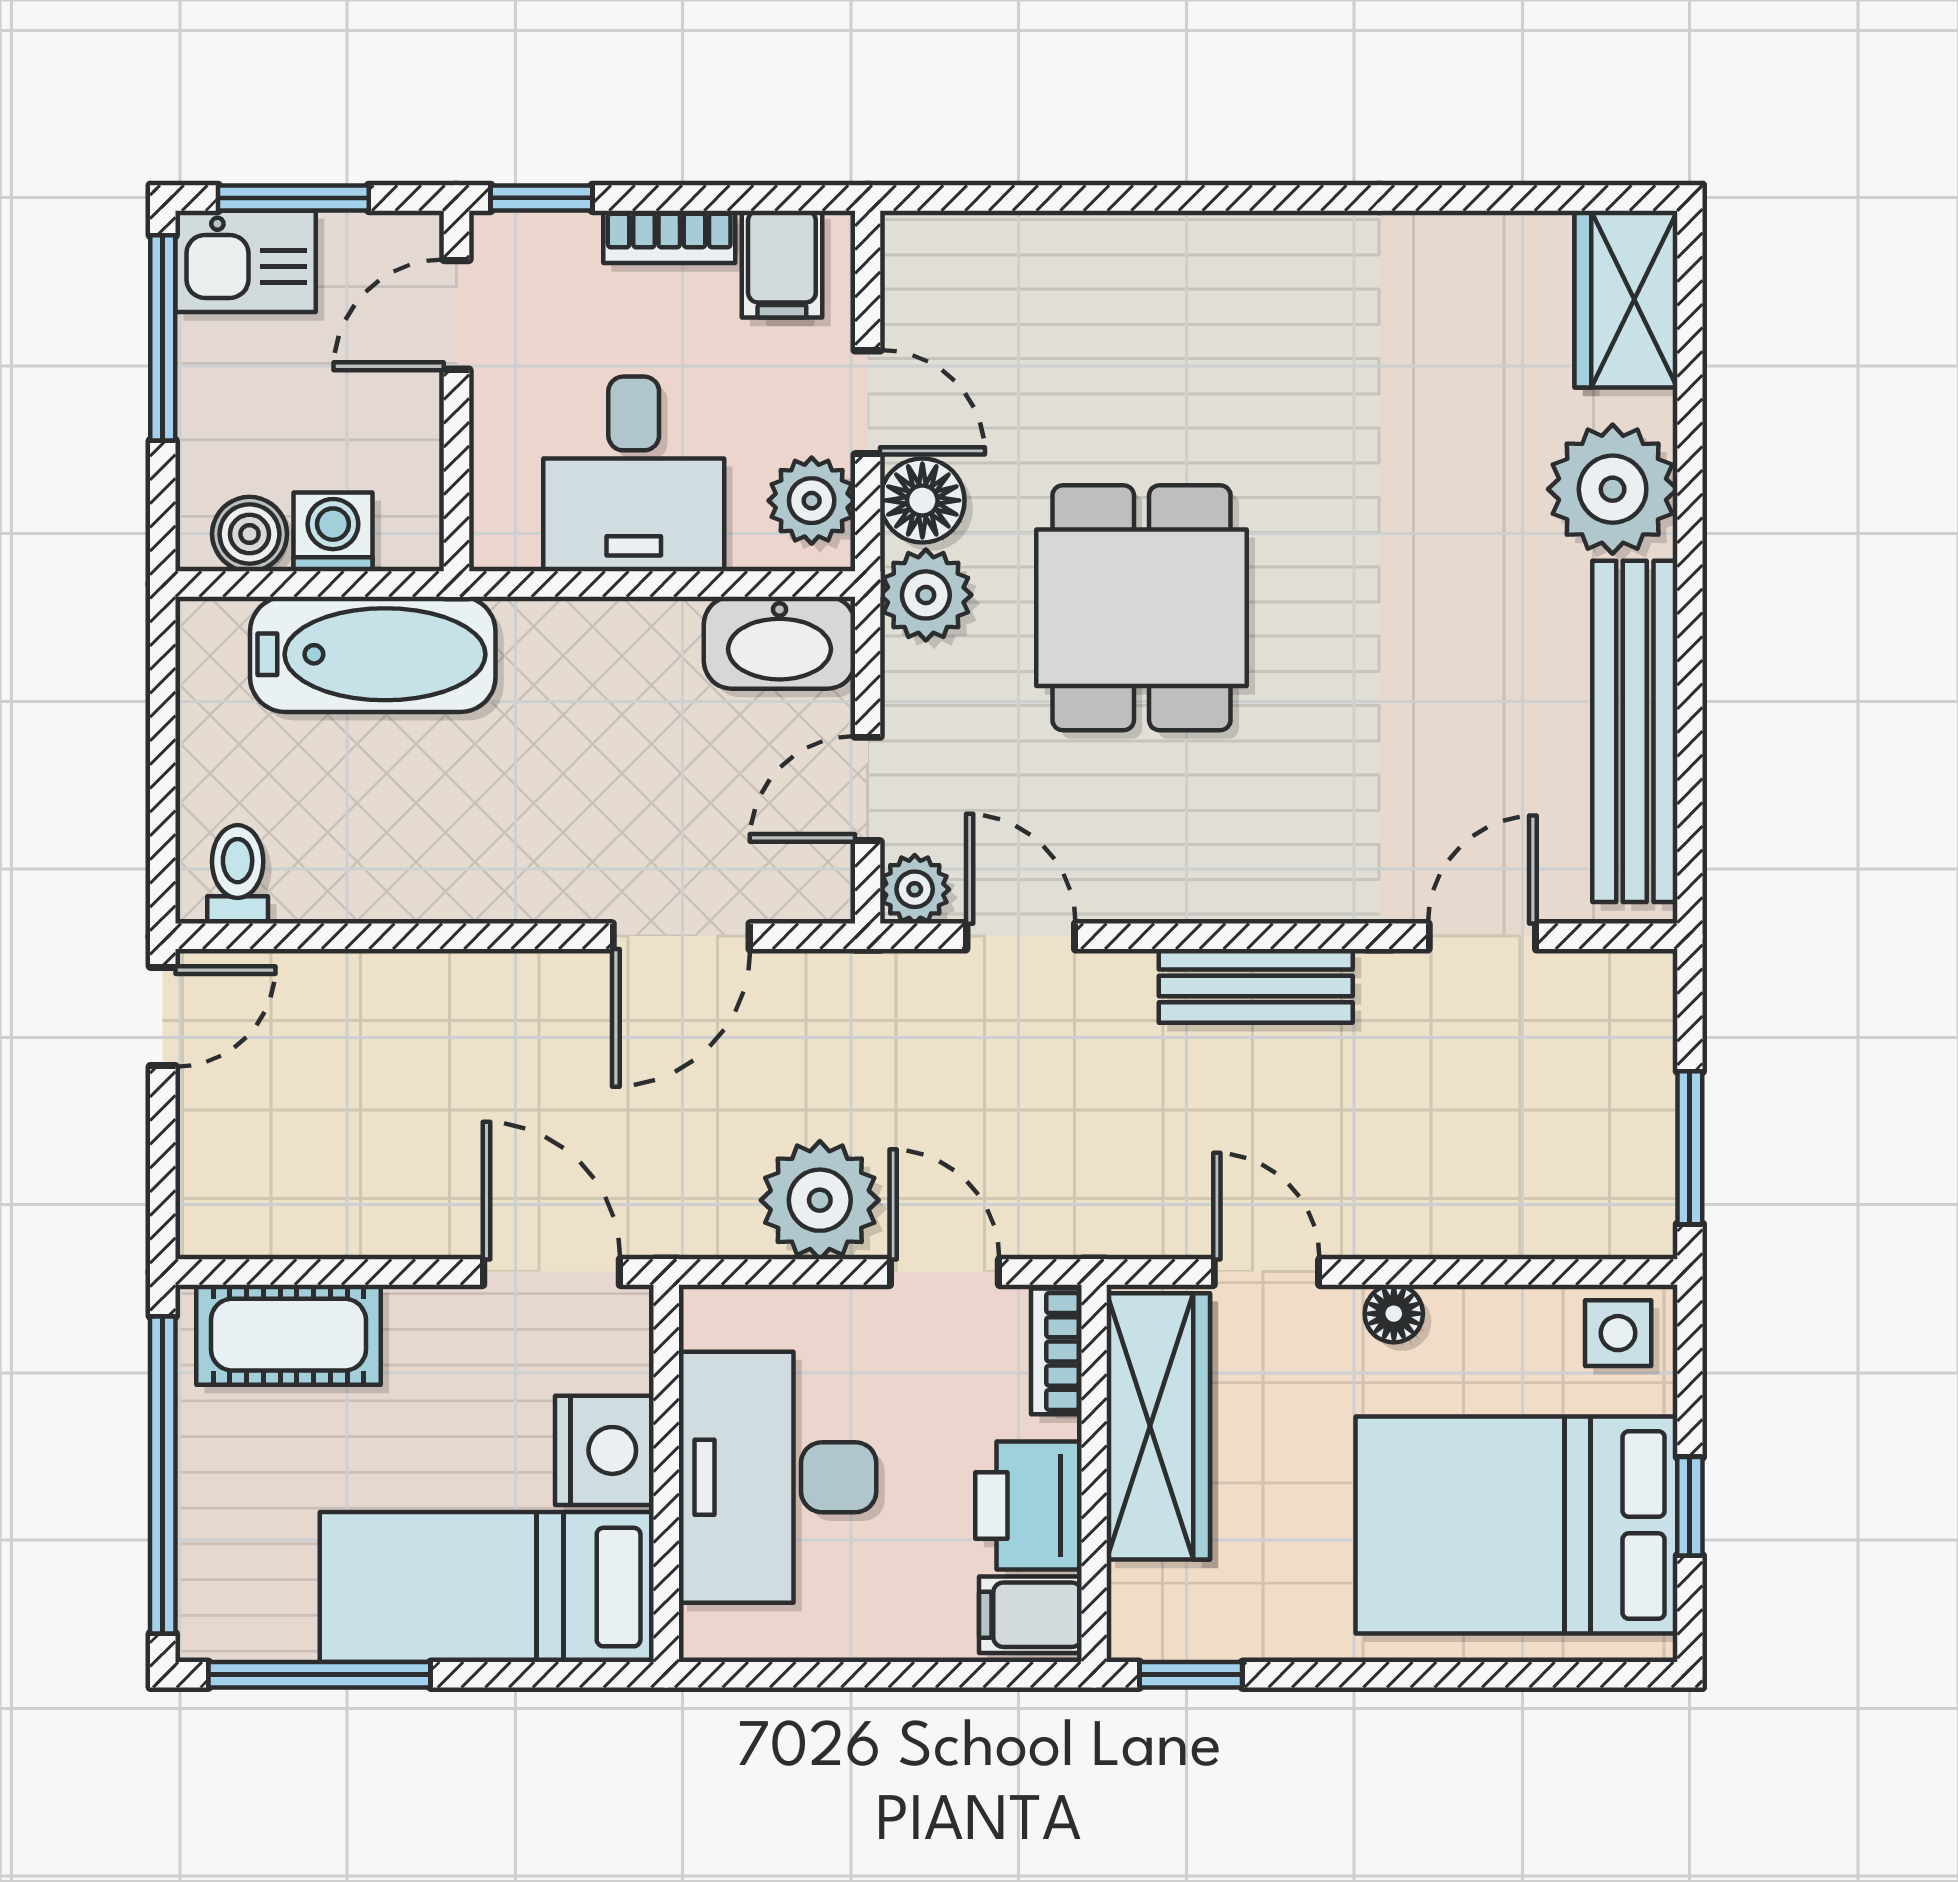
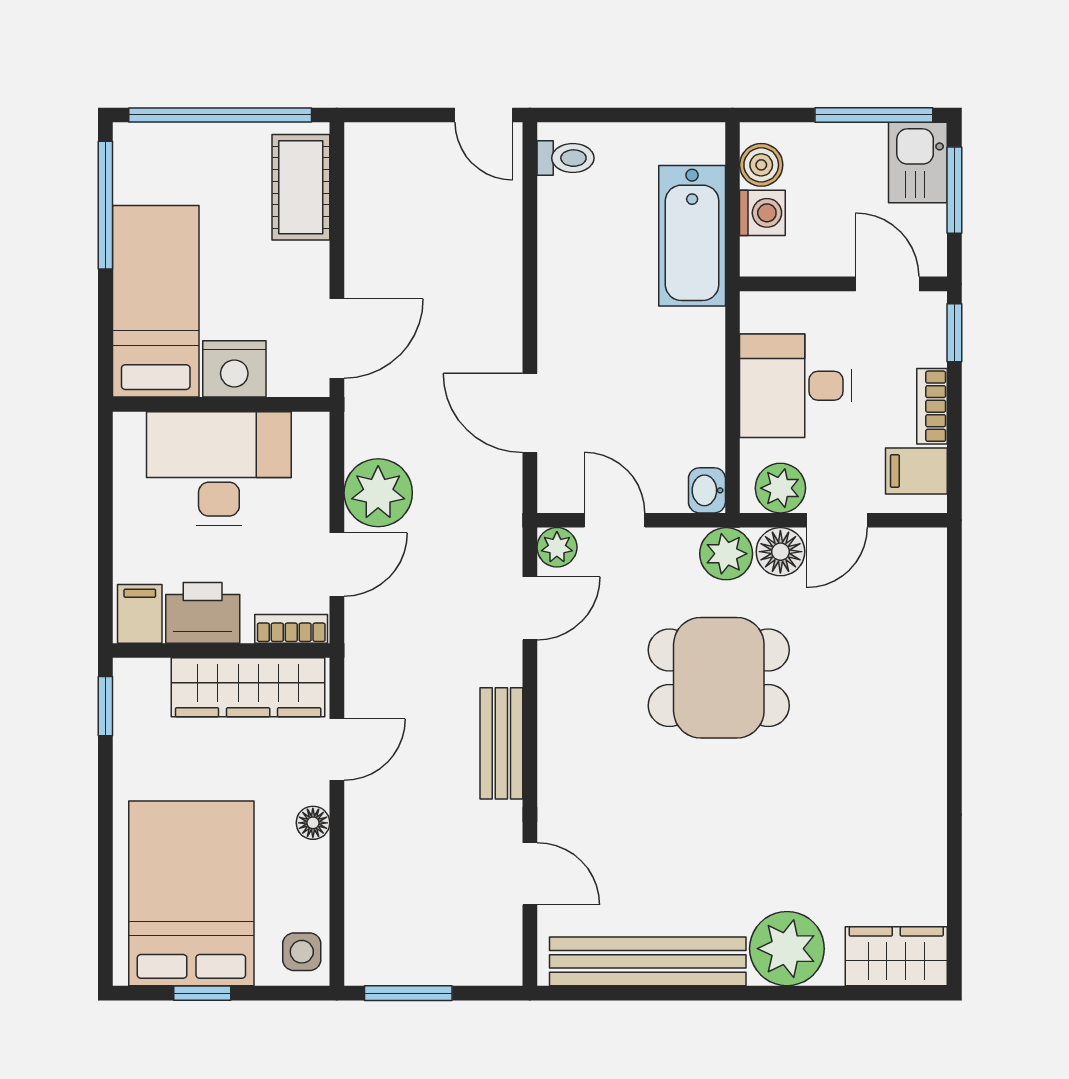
washbasin: (779, 643) -> (707, 490), width x0.52, depth x0.69

